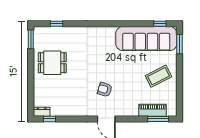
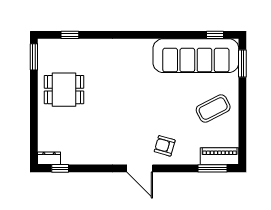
armchair: (105, 90) -> (165, 146), moved
piano: (153, 110) -> (220, 156), moved

